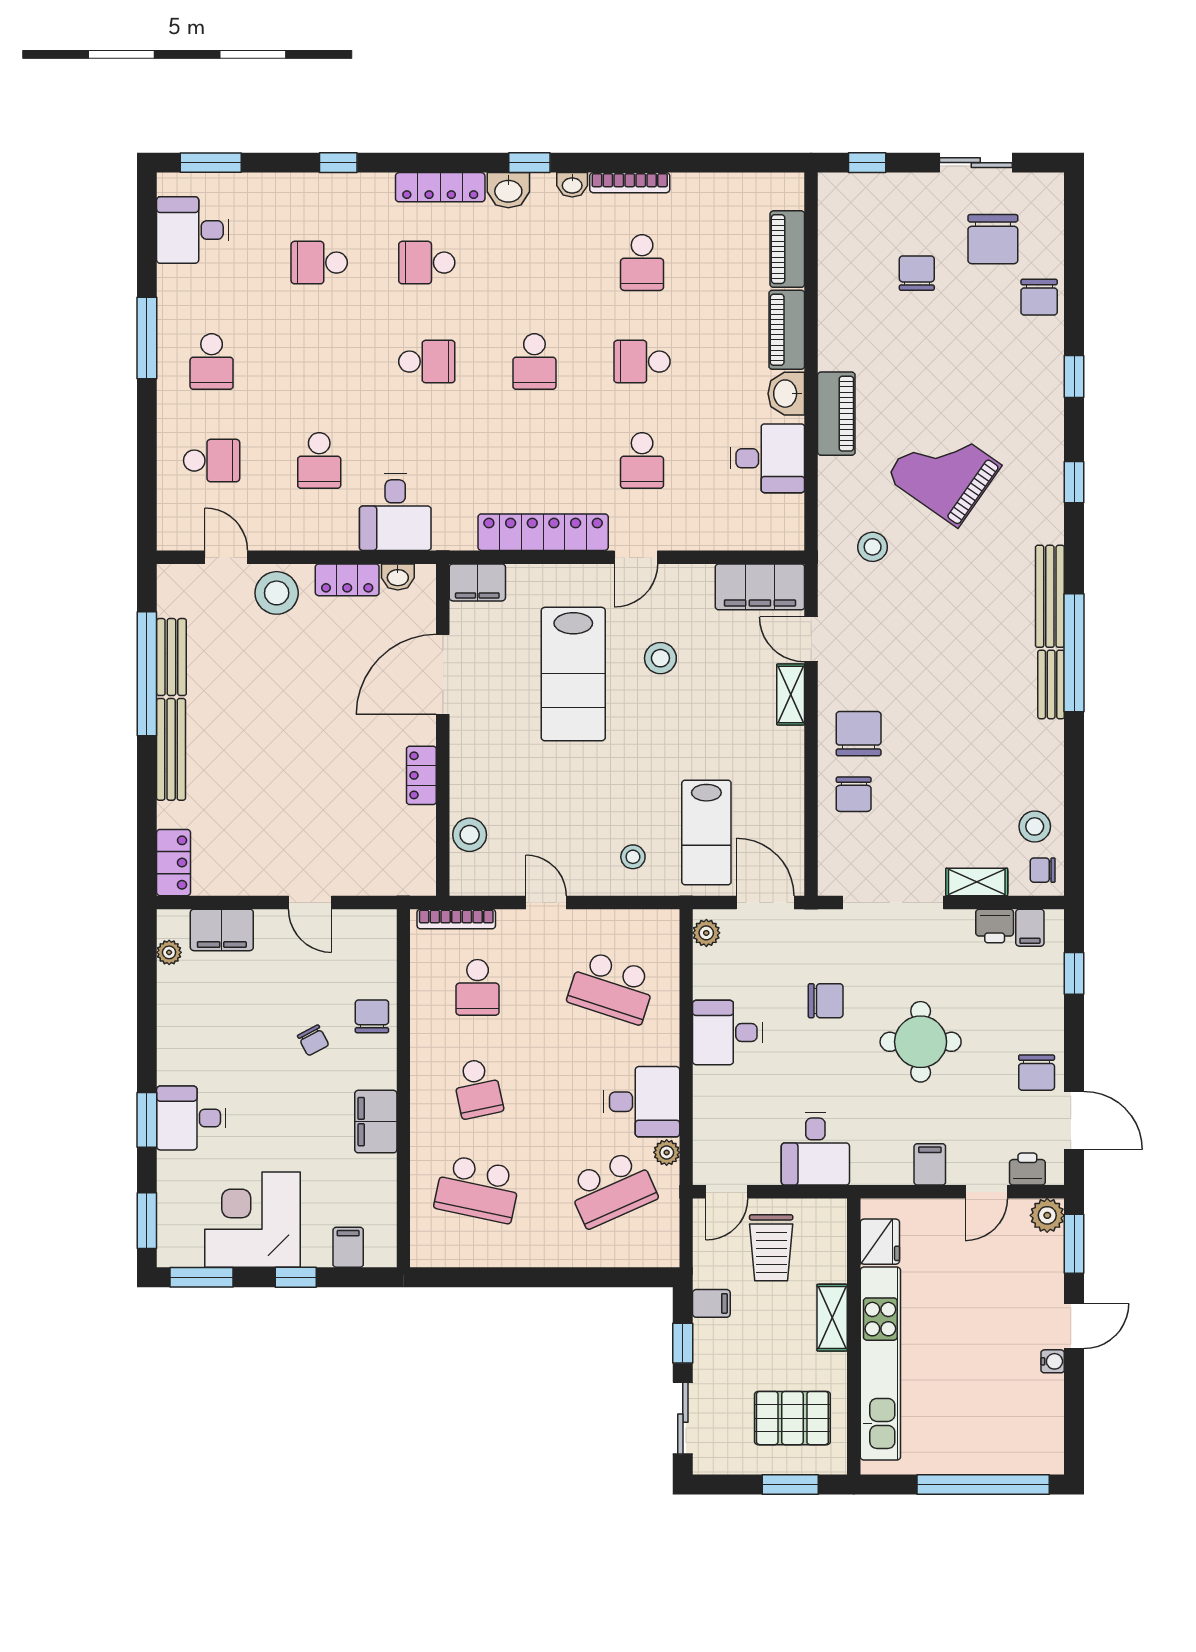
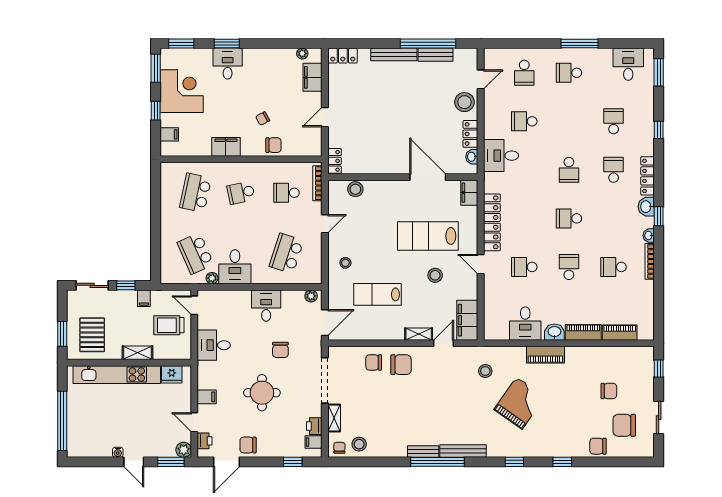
locker: (421, 775) -> (334, 161), moved, turned 90
lab bench: (706, 833) -> (377, 294), moved

